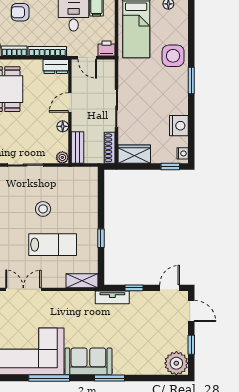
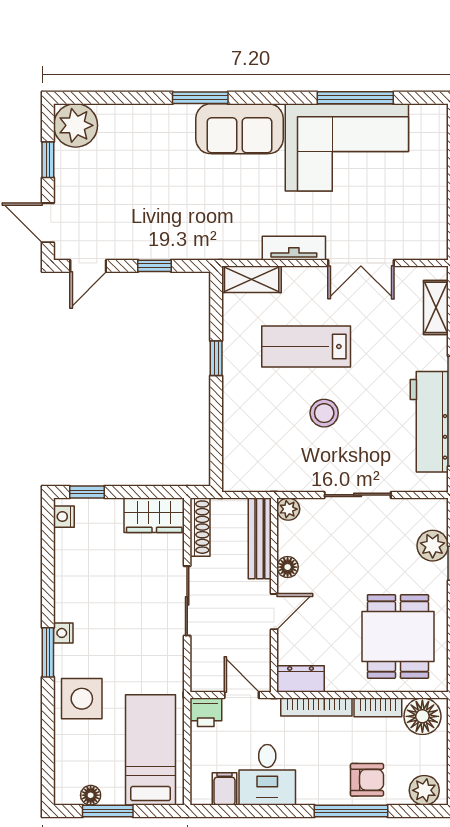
nightstand: (179, 126) -> (63, 633), moved, width x0.53, depth x0.56
bench: (78, 148) -> (260, 538), width x1.36
tv unit: (112, 297) -> (294, 248), moved
window: (49, 378) -> (355, 98), moved

